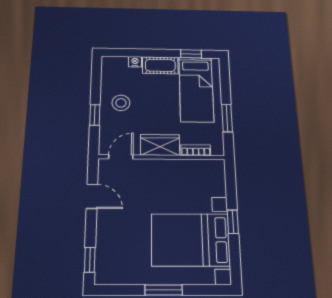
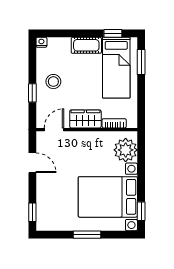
nightstand: (135, 62) -> (41, 42), moved
window: (227, 118) -> (141, 62), moved
plant: (211, 182) -> (126, 150), added
window: (233, 222) -> (141, 211), moved

